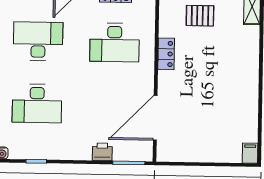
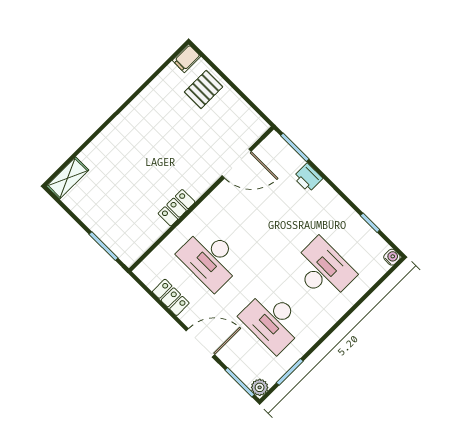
pallet: (200, 16) -> (204, 89), moved, turned 90
desk: (115, 42) -> (210, 258), turned 180
door: (155, 118) -> (237, 164), width x0.73

